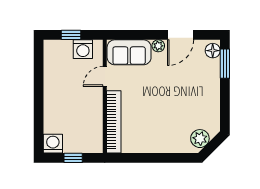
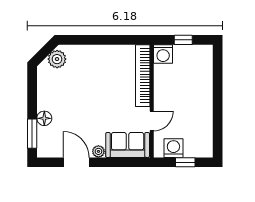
door: (181, 35) -> (76, 162), hinge flipped
floor lamp: (213, 51) -> (44, 118), moved
washing machine: (53, 144) -> (163, 54), moved

